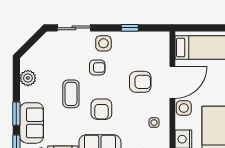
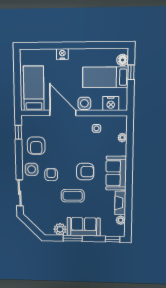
window: (130, 28) -> (18, 132), moved
armchair: (140, 82) -> (36, 146), moved, turned 180
window: (16, 114) -> (73, 238), moved
sofa: (32, 123) -> (84, 227), moved

